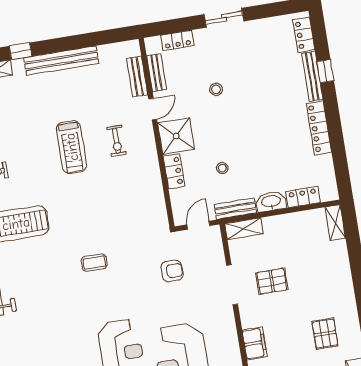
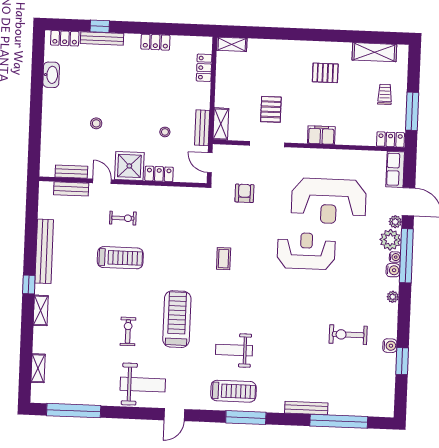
sliding door: (224, 18) -> (36, 104), removed
locker: (177, 40) -> (47, 148), removed
locker: (319, 128) -> (155, 42), width x0.66
washbasin: (271, 202) -> (51, 75), moved, turned 180

